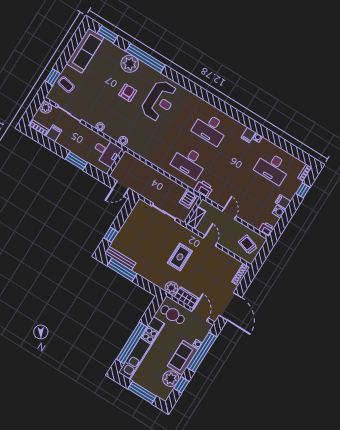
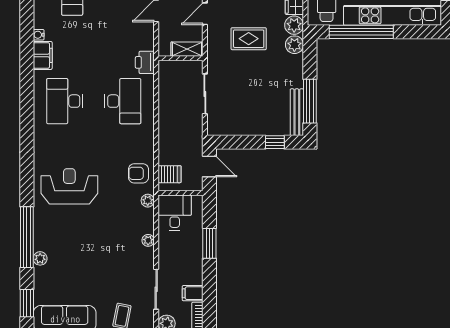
plant: (130, 64) -> (40, 258), width x0.53, depth x0.53
armchair: (128, 93) -> (138, 173), moved
desk: (210, 129) -> (65, 101), turned 180
filing cabinet: (248, 135) -> (43, 55), width x2.00
server rack: (188, 199) -> (170, 174), moved
plant: (160, 281) -> (294, 45), added
window: (132, 343) -> (361, 32), moved

